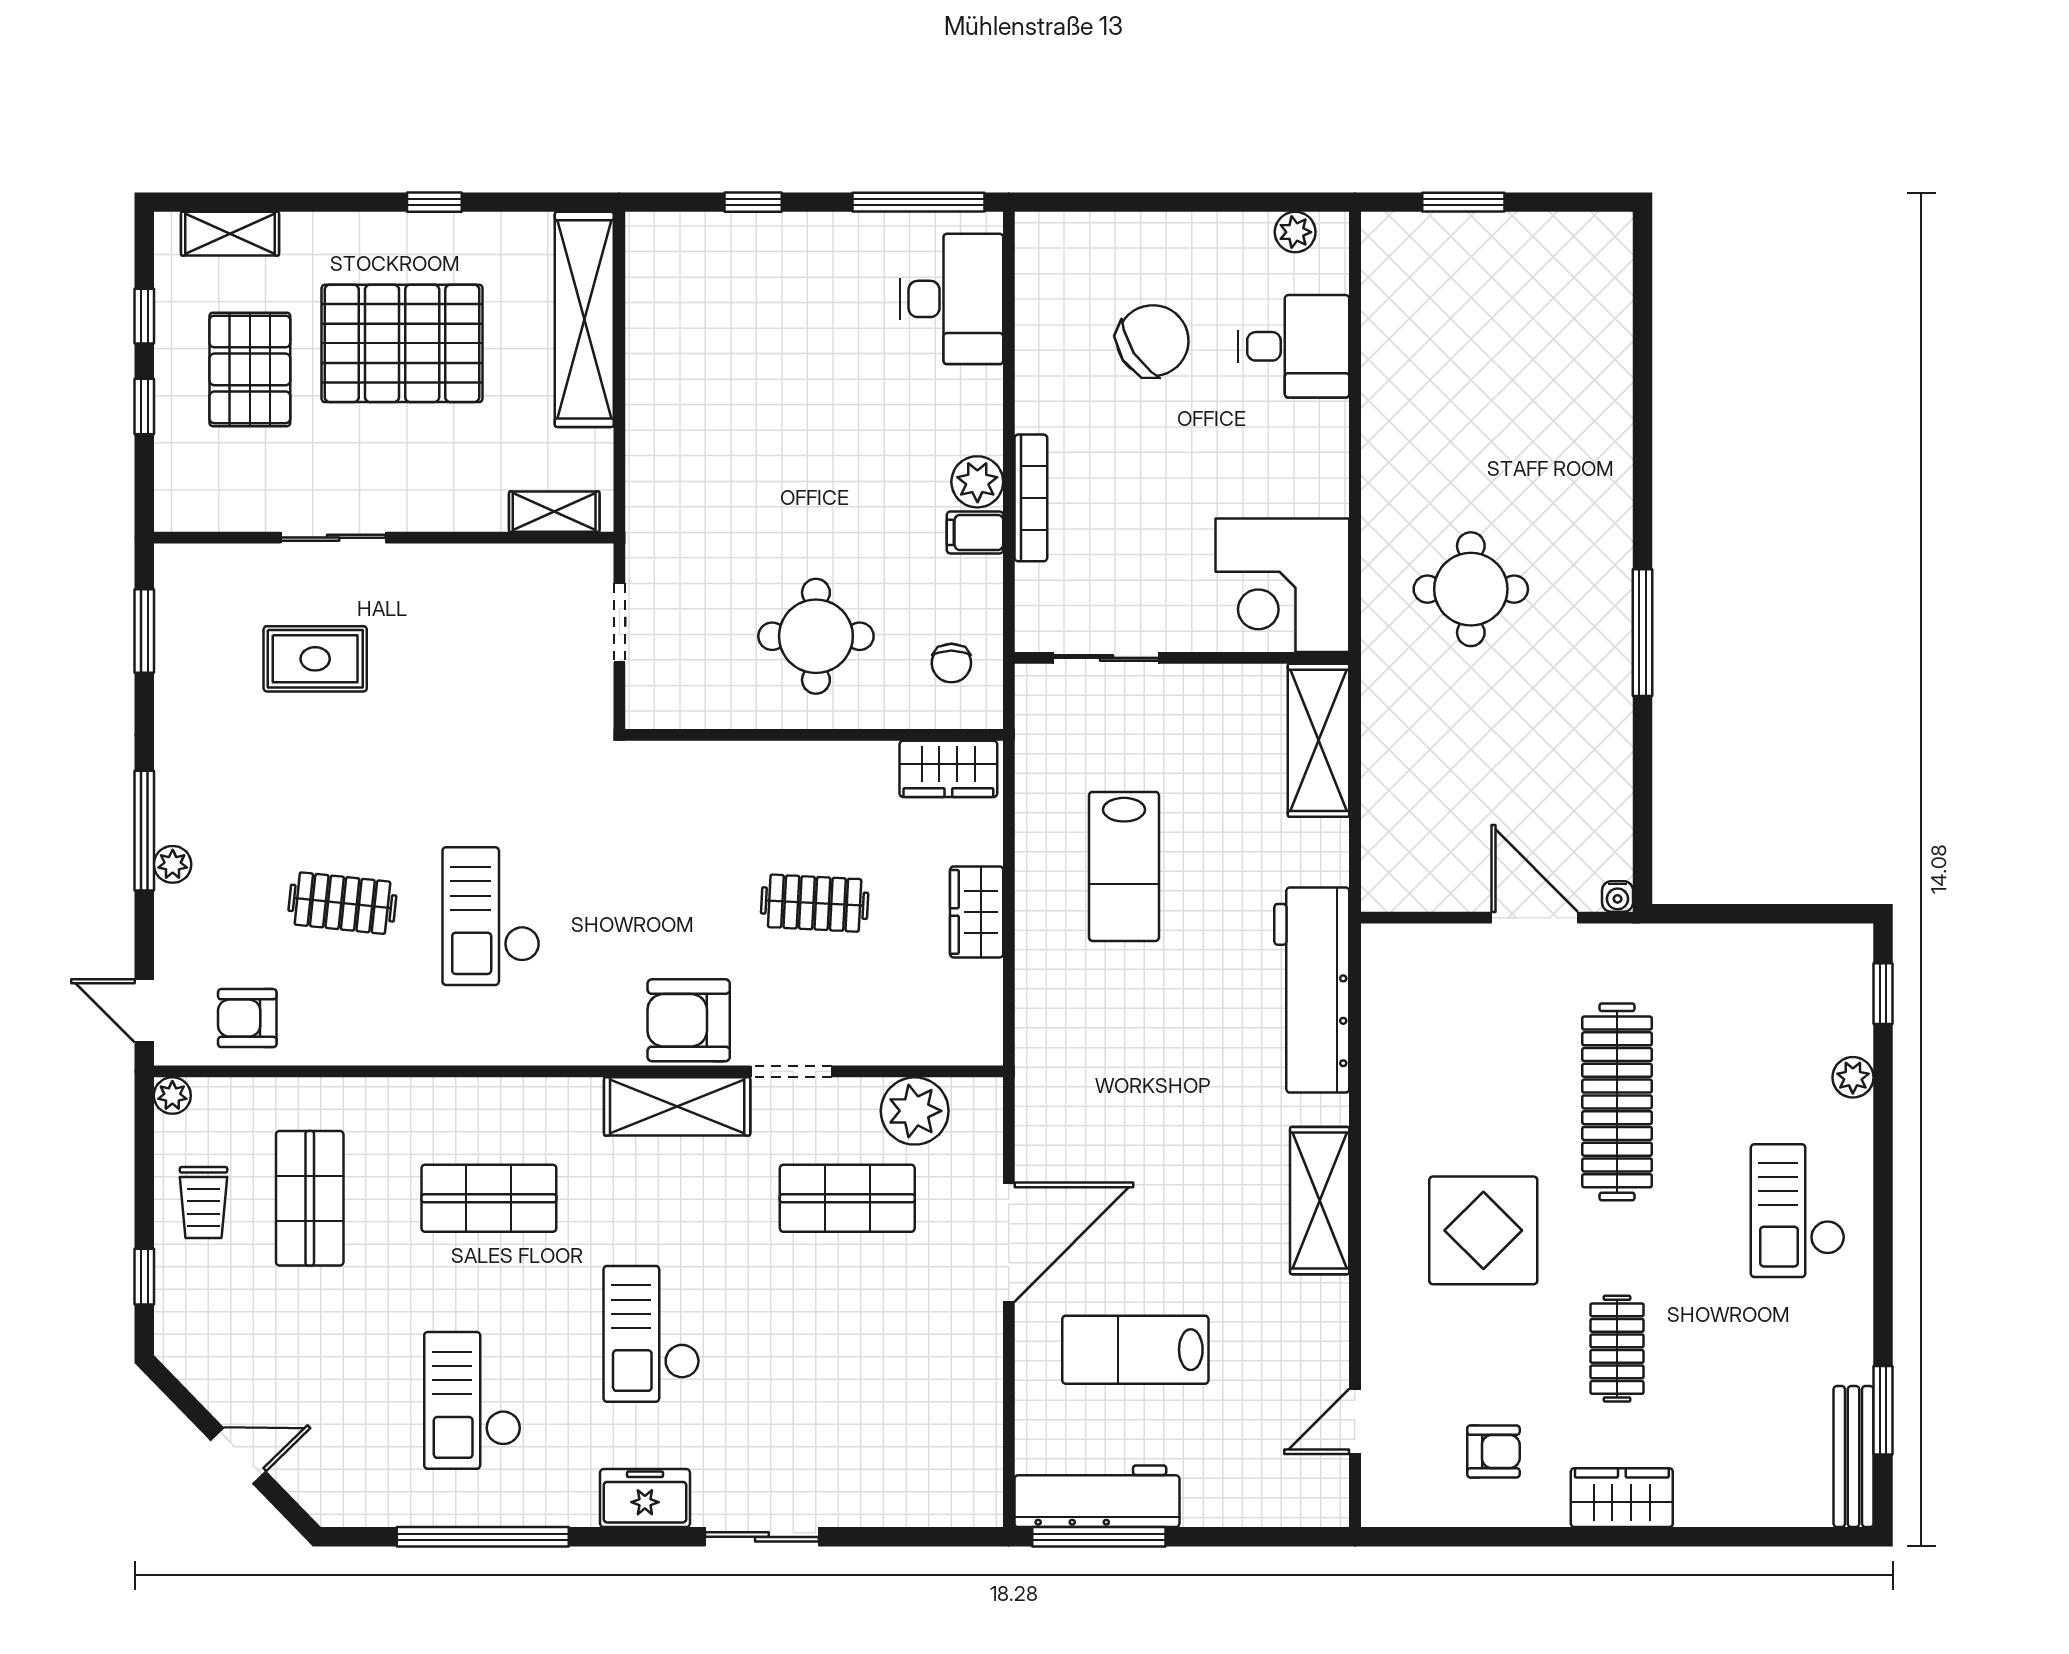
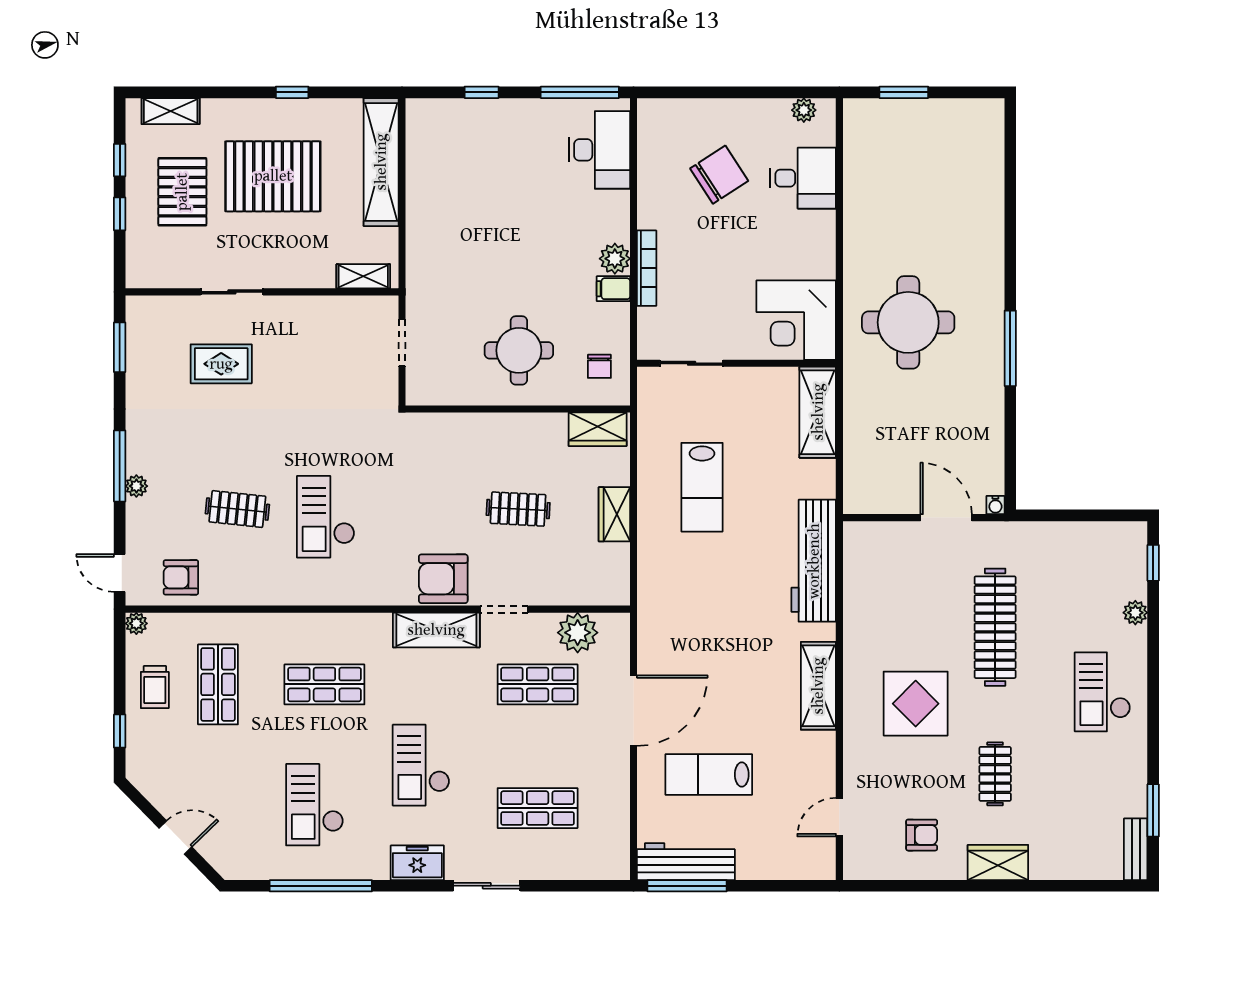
round table: (1471, 589) -> (908, 322), width x1.36, depth x1.36
shop shelf: (847, 1406) -> (538, 808), added
bench: (1853, 1457) -> (1136, 849), width x0.73

